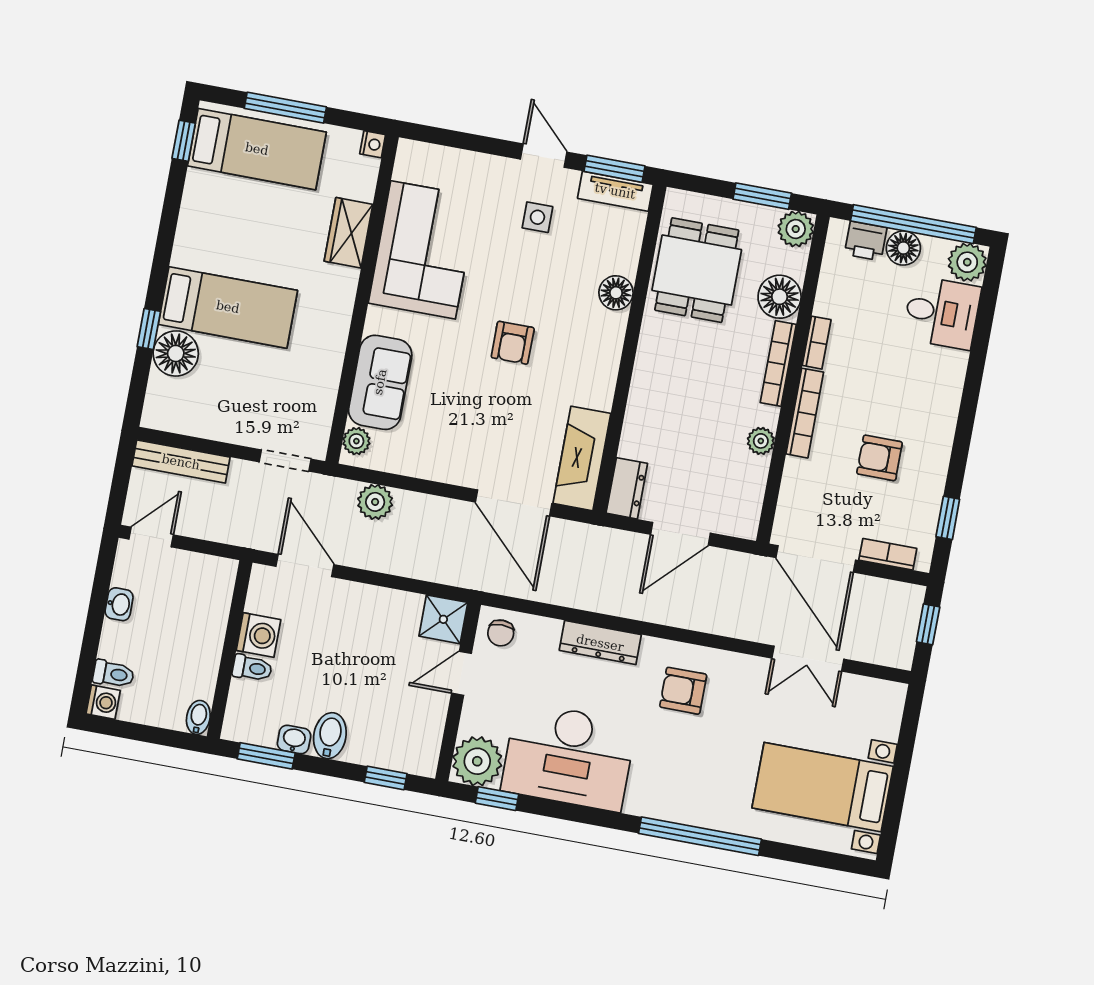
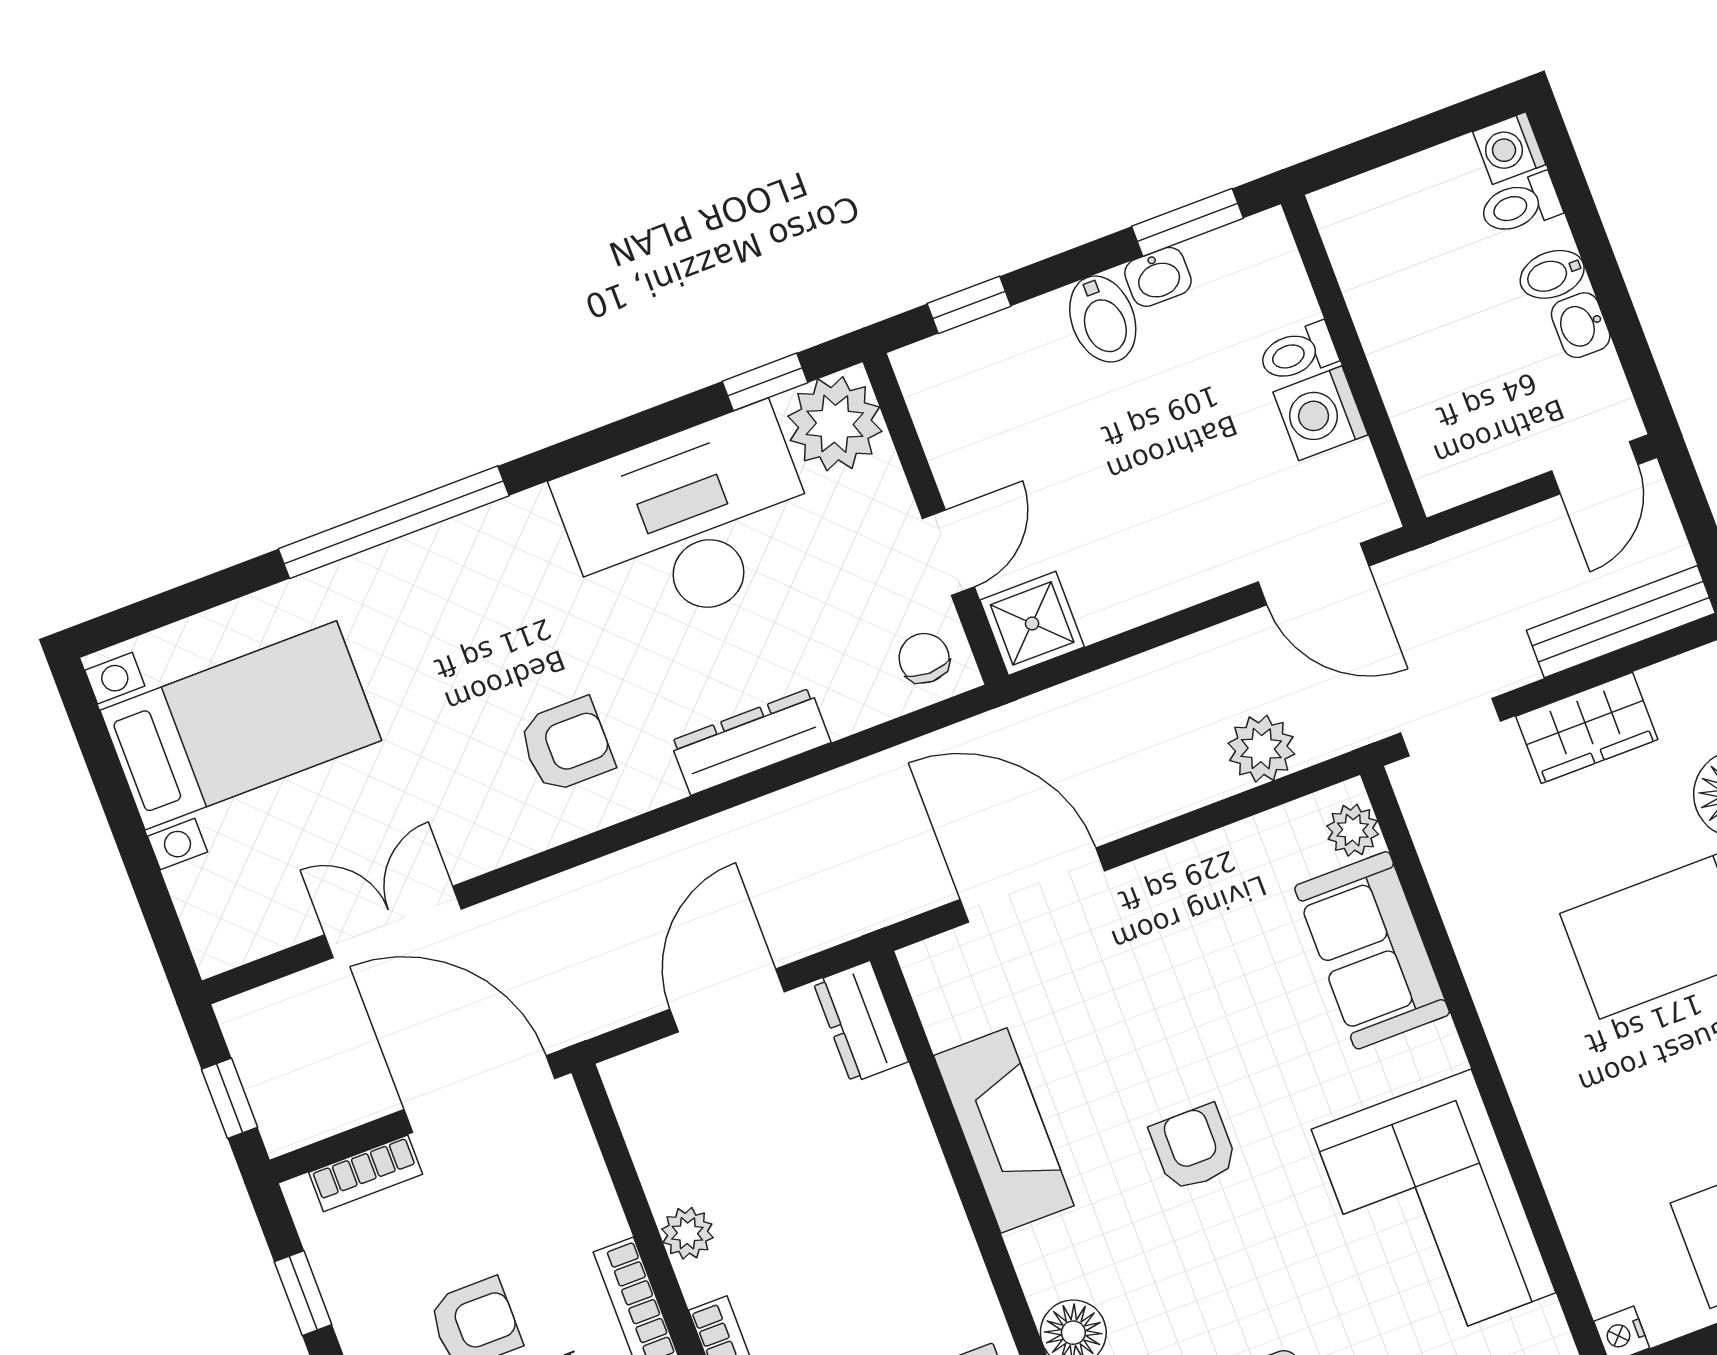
wardrobe: (348, 233) -> (1587, 728), moved, turned 90
fireplace: (582, 458) -> (1004, 1131), moved
bidet: (198, 717) -> (1552, 274), moved, turned 90

